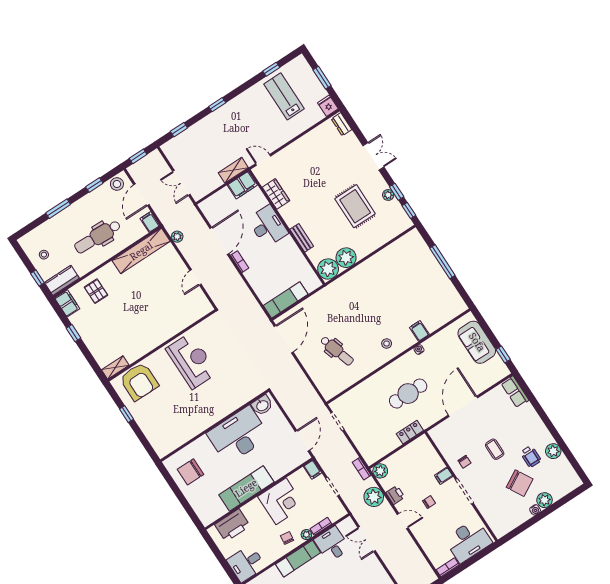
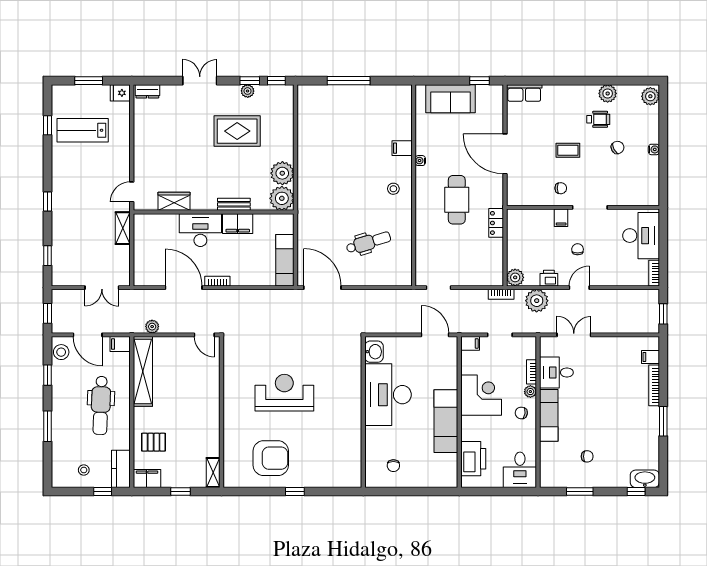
filing cabinet: (242, 185) -> (238, 224), moved, turned 90
wall: (162, 345) -> (222, 412), moved
shelving: (115, 367) -> (213, 472), moved
chair: (190, 472) -> (393, 466), width x0.54, depth x0.54
chair: (520, 483) -> (618, 147), width x0.54, depth x0.54
plant: (544, 500) -> (650, 96), moved
double door: (367, 539) -> (574, 335), swing flipped

